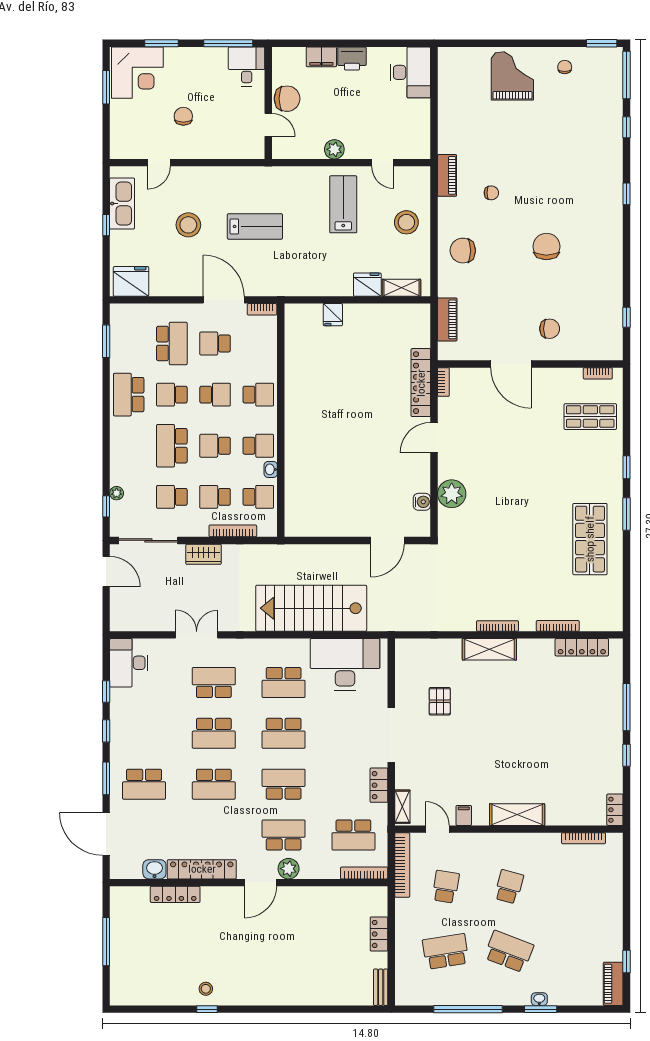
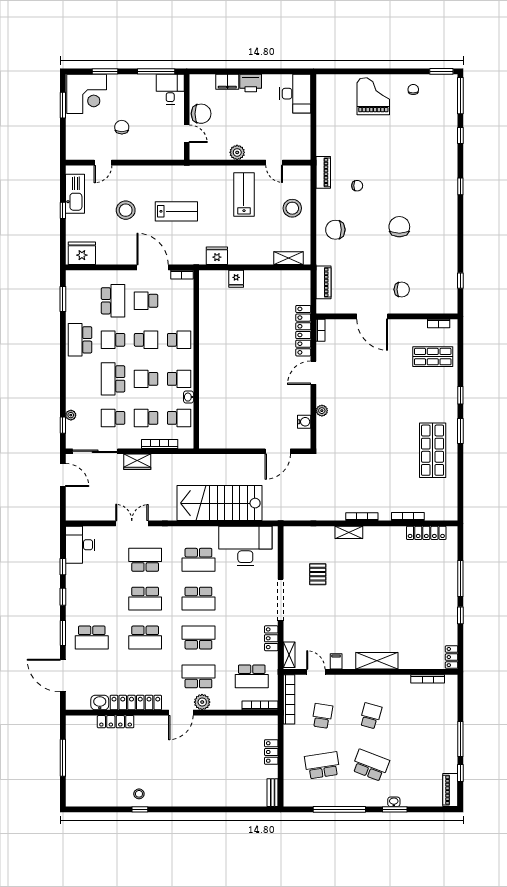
fridge: (367, 285) -> (217, 256), moved
plant: (452, 494) -> (322, 411), width x0.53, depth x0.53
shelving: (489, 649) -> (349, 532), width x0.67, depth x0.75
window: (626, 917) -> (460, 739), added

